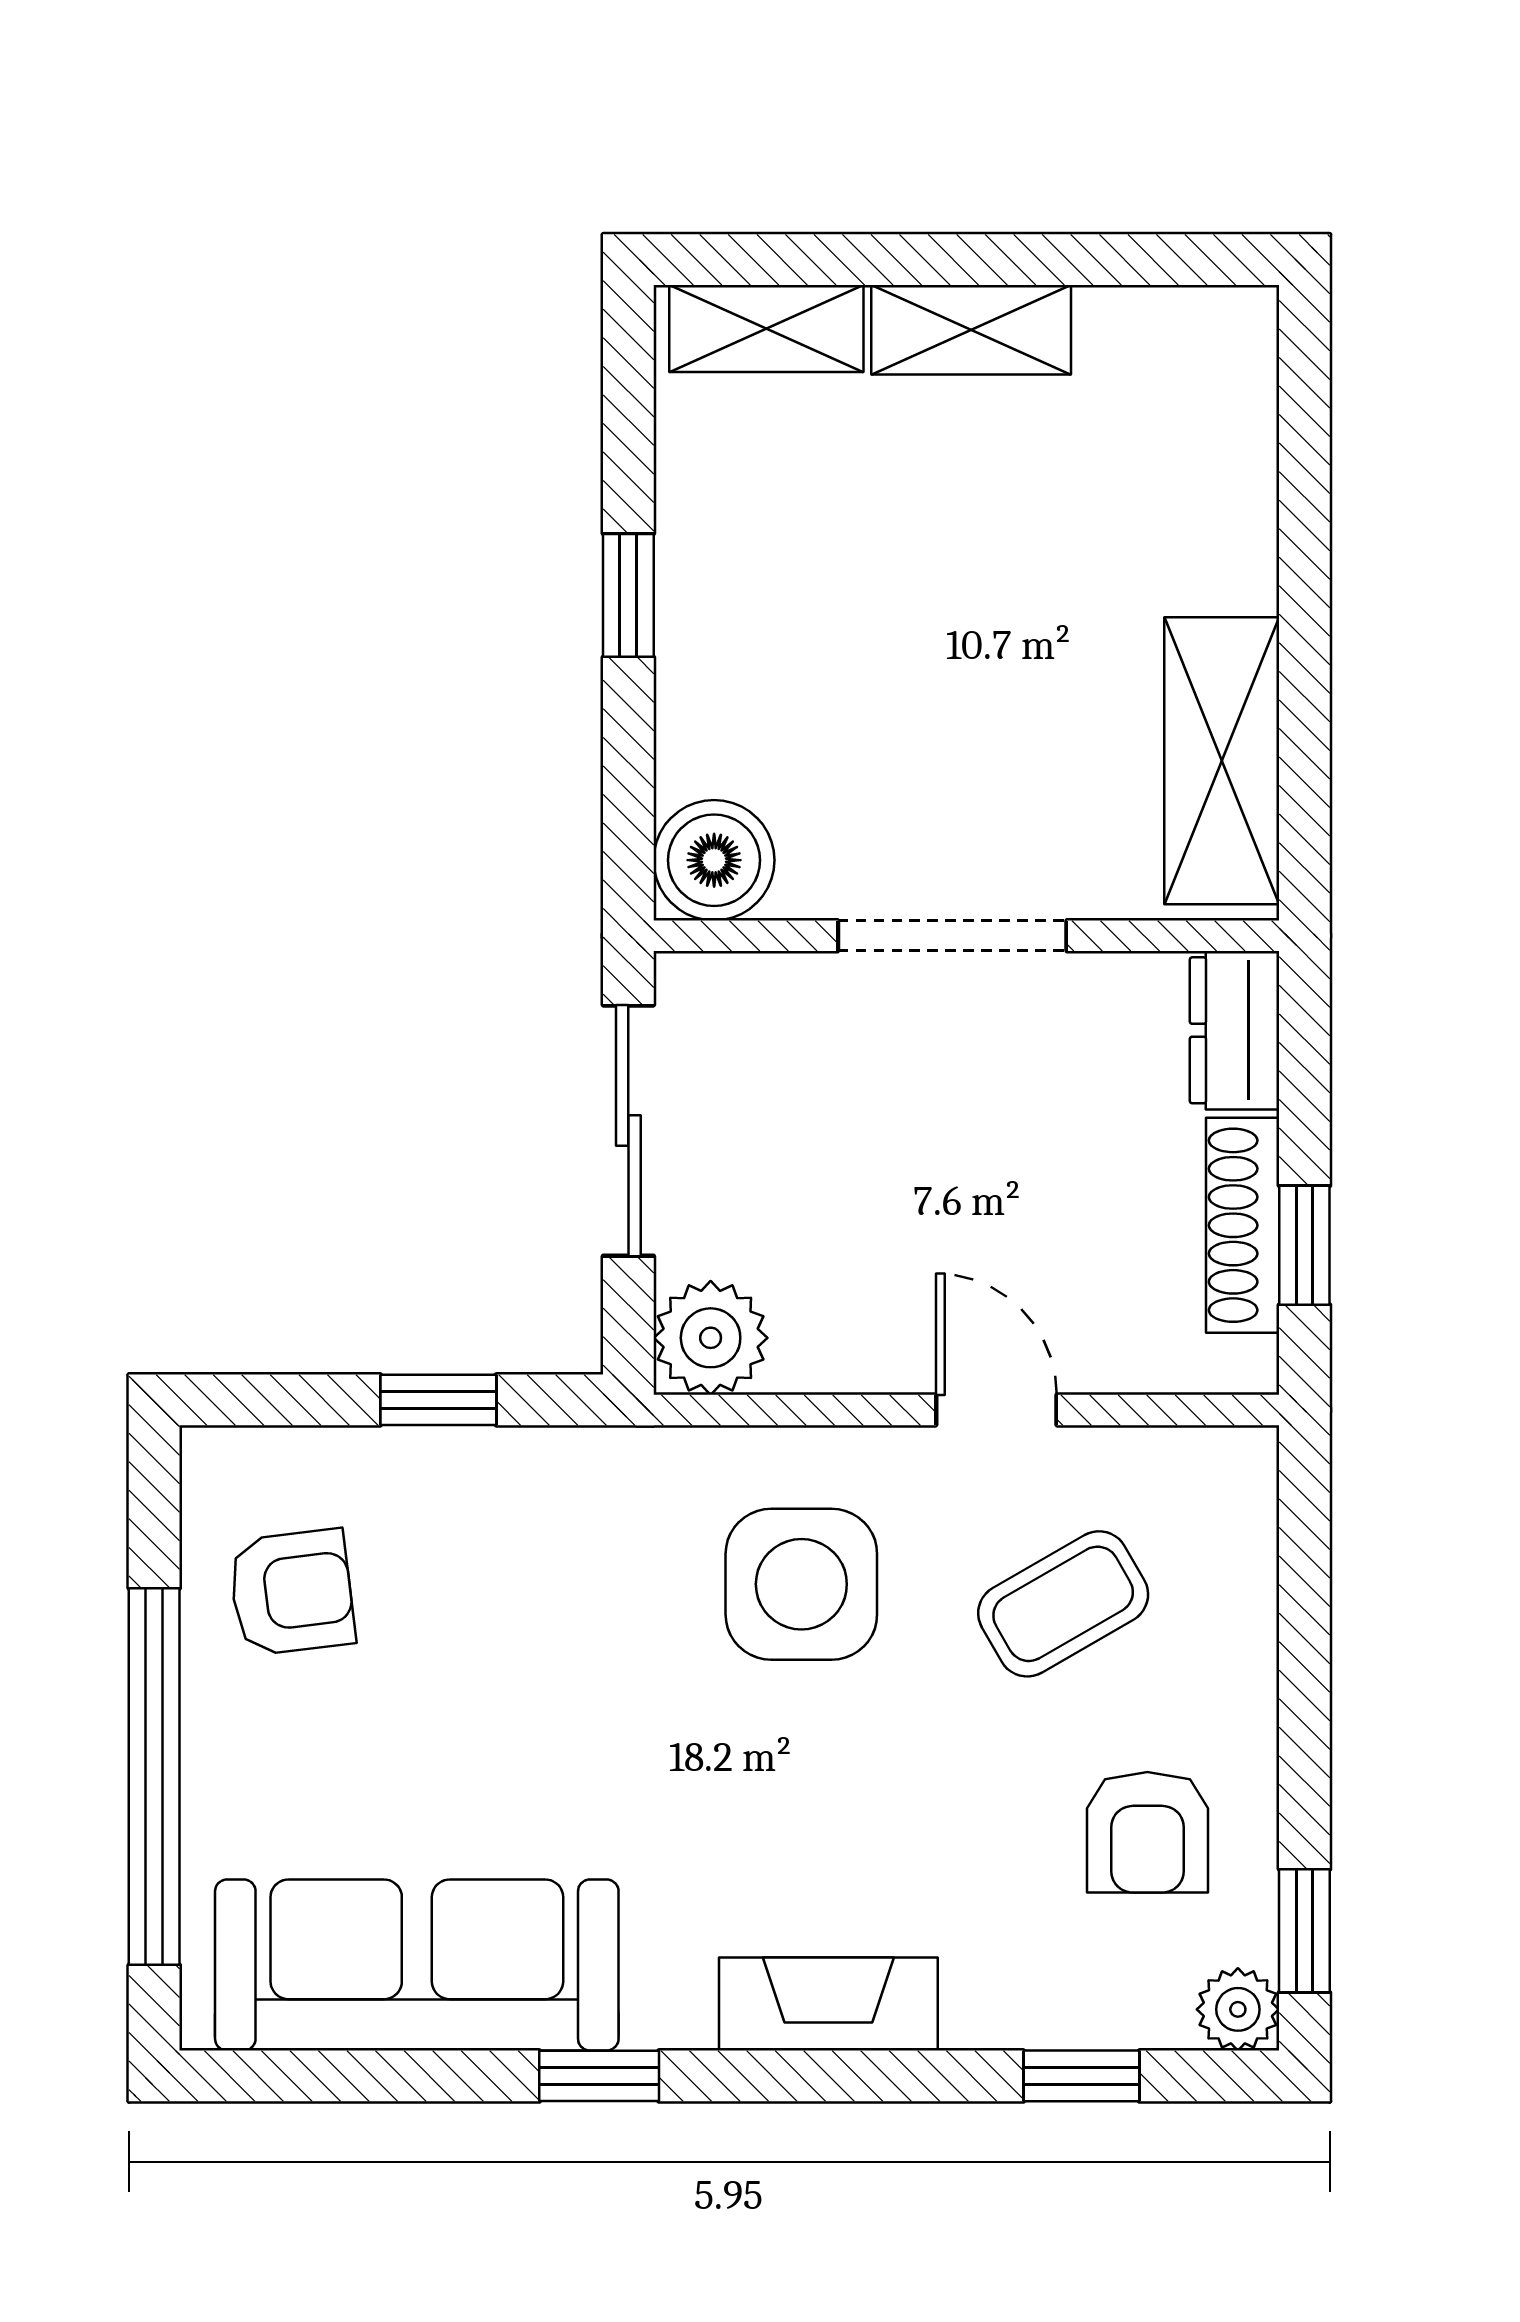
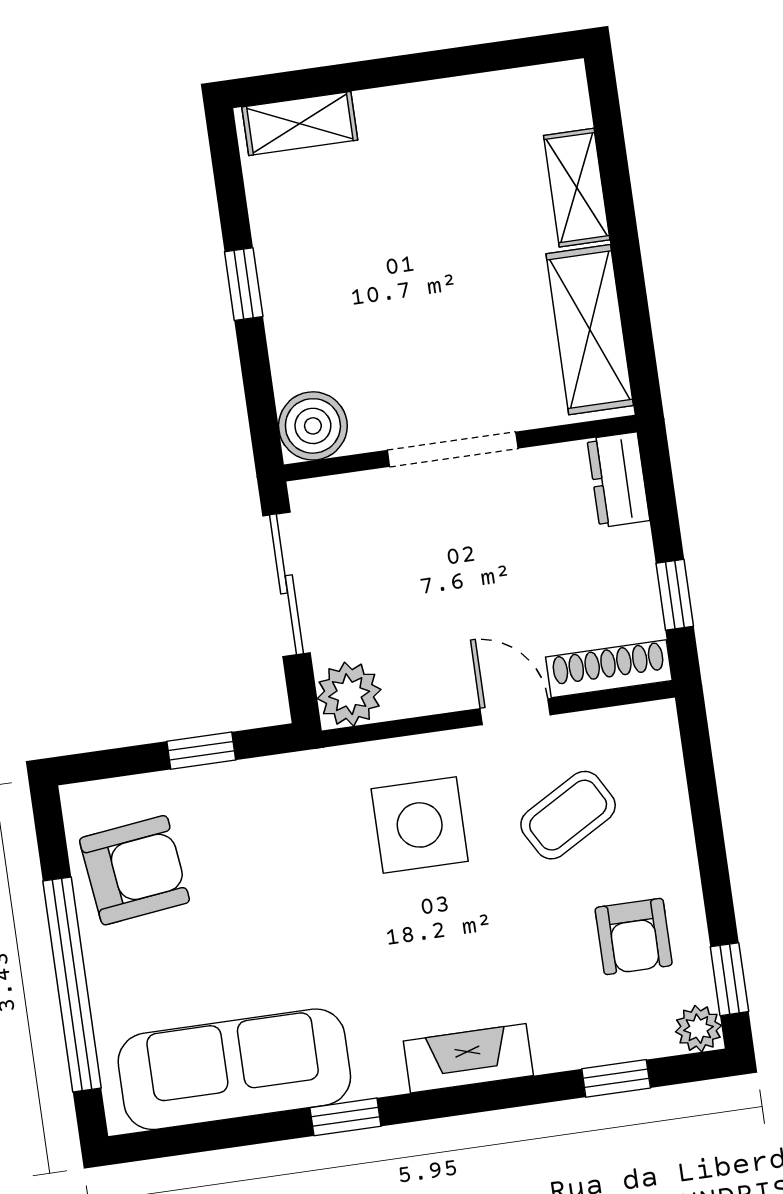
shelving: (971, 330) -> (577, 188), moved, turned 90
shoe rack: (1243, 1225) -> (609, 669), moved, turned 90
armchair: (292, 1592) -> (134, 870), width x1.38, depth x1.38

